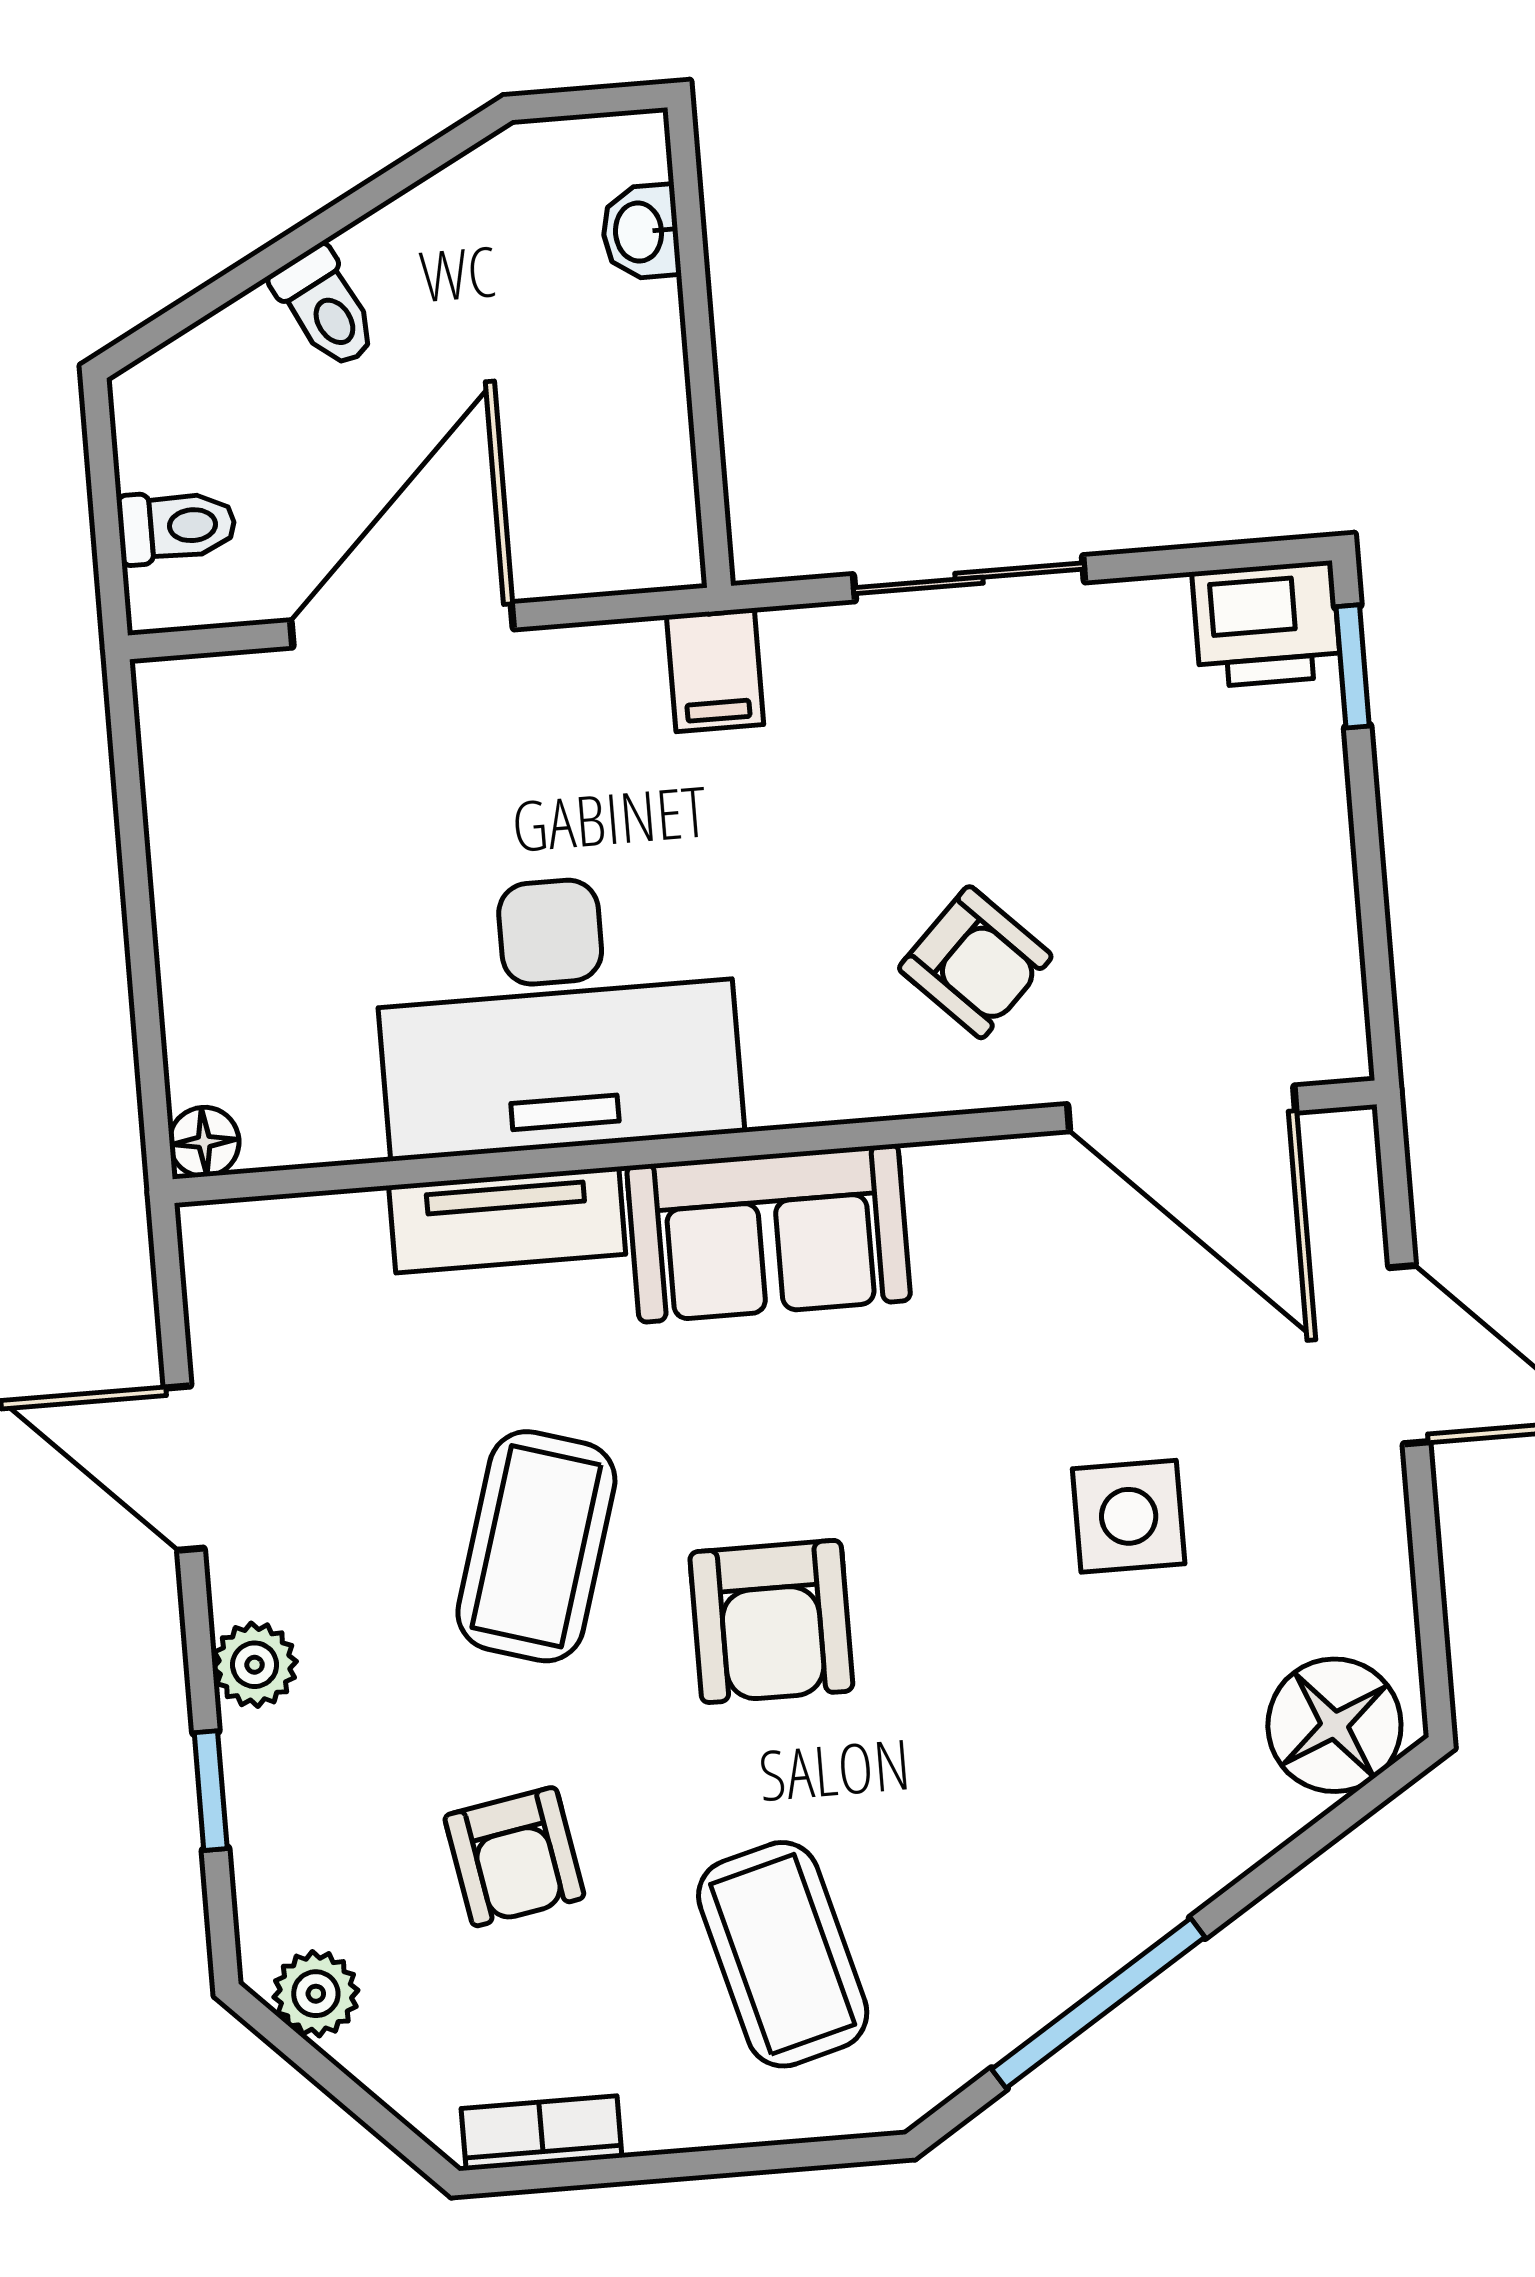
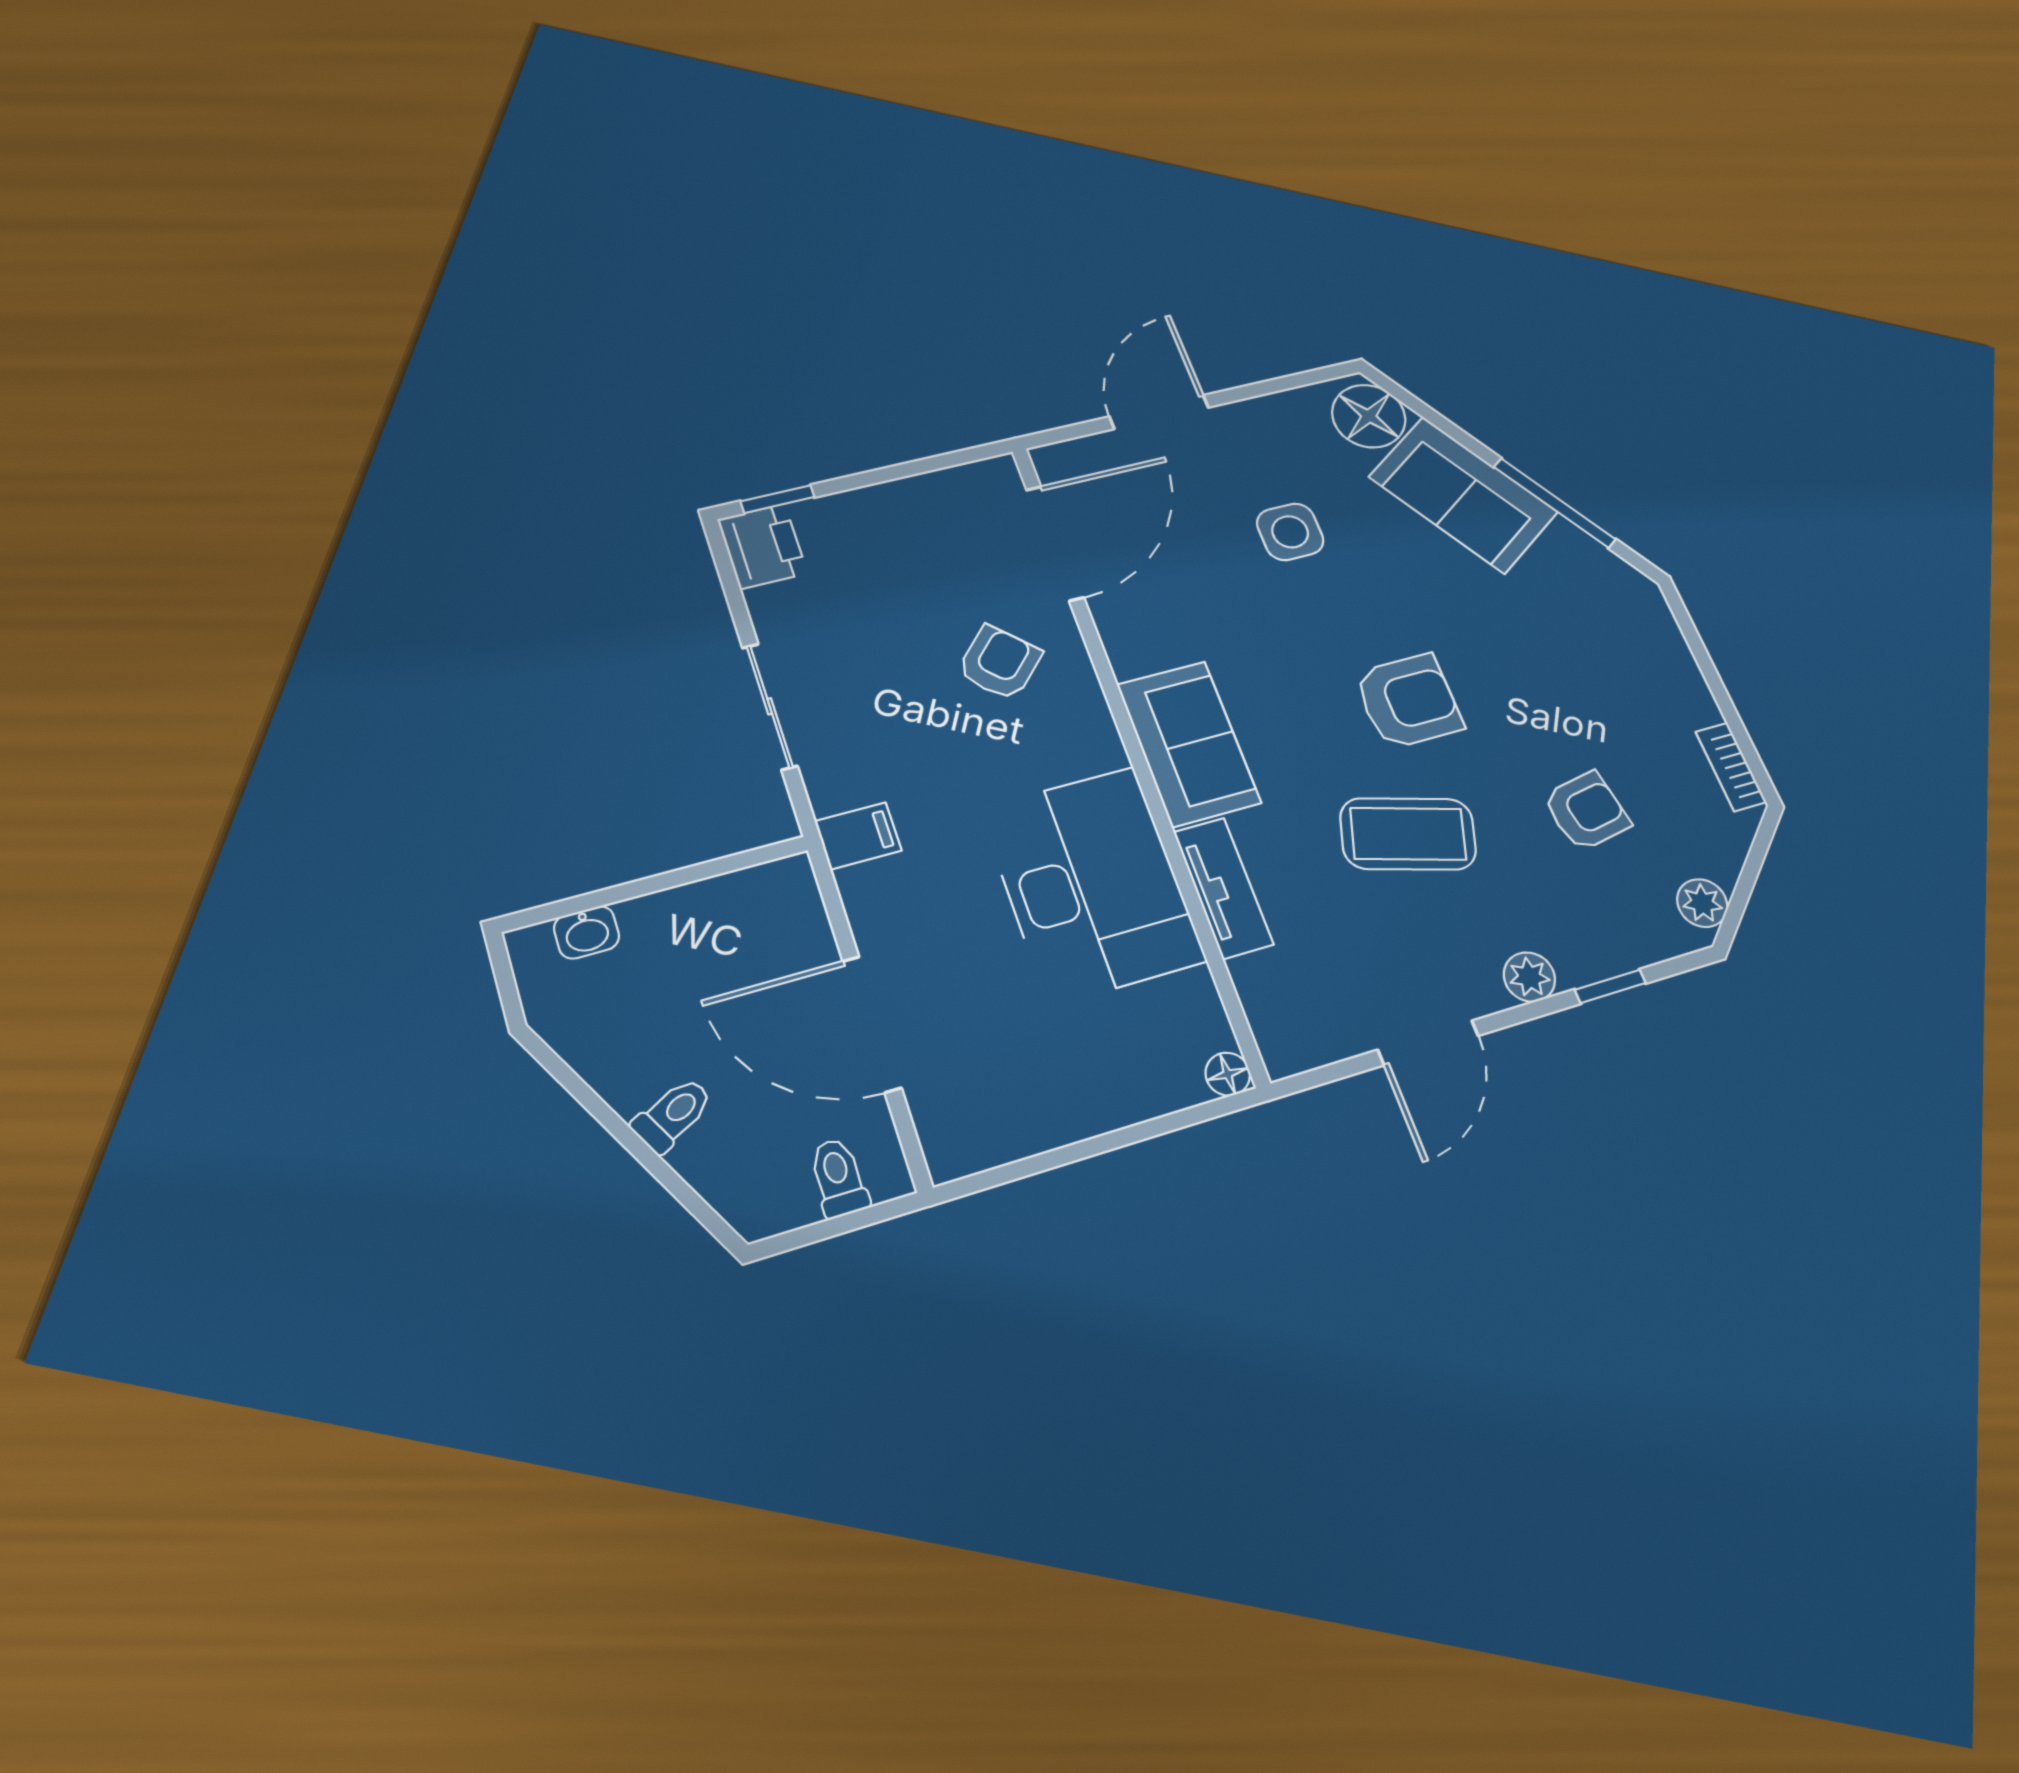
sofa: (1146, 1845) -> (1463, 494), added
coffee table: (783, 1954) -> (1588, 662), removed

